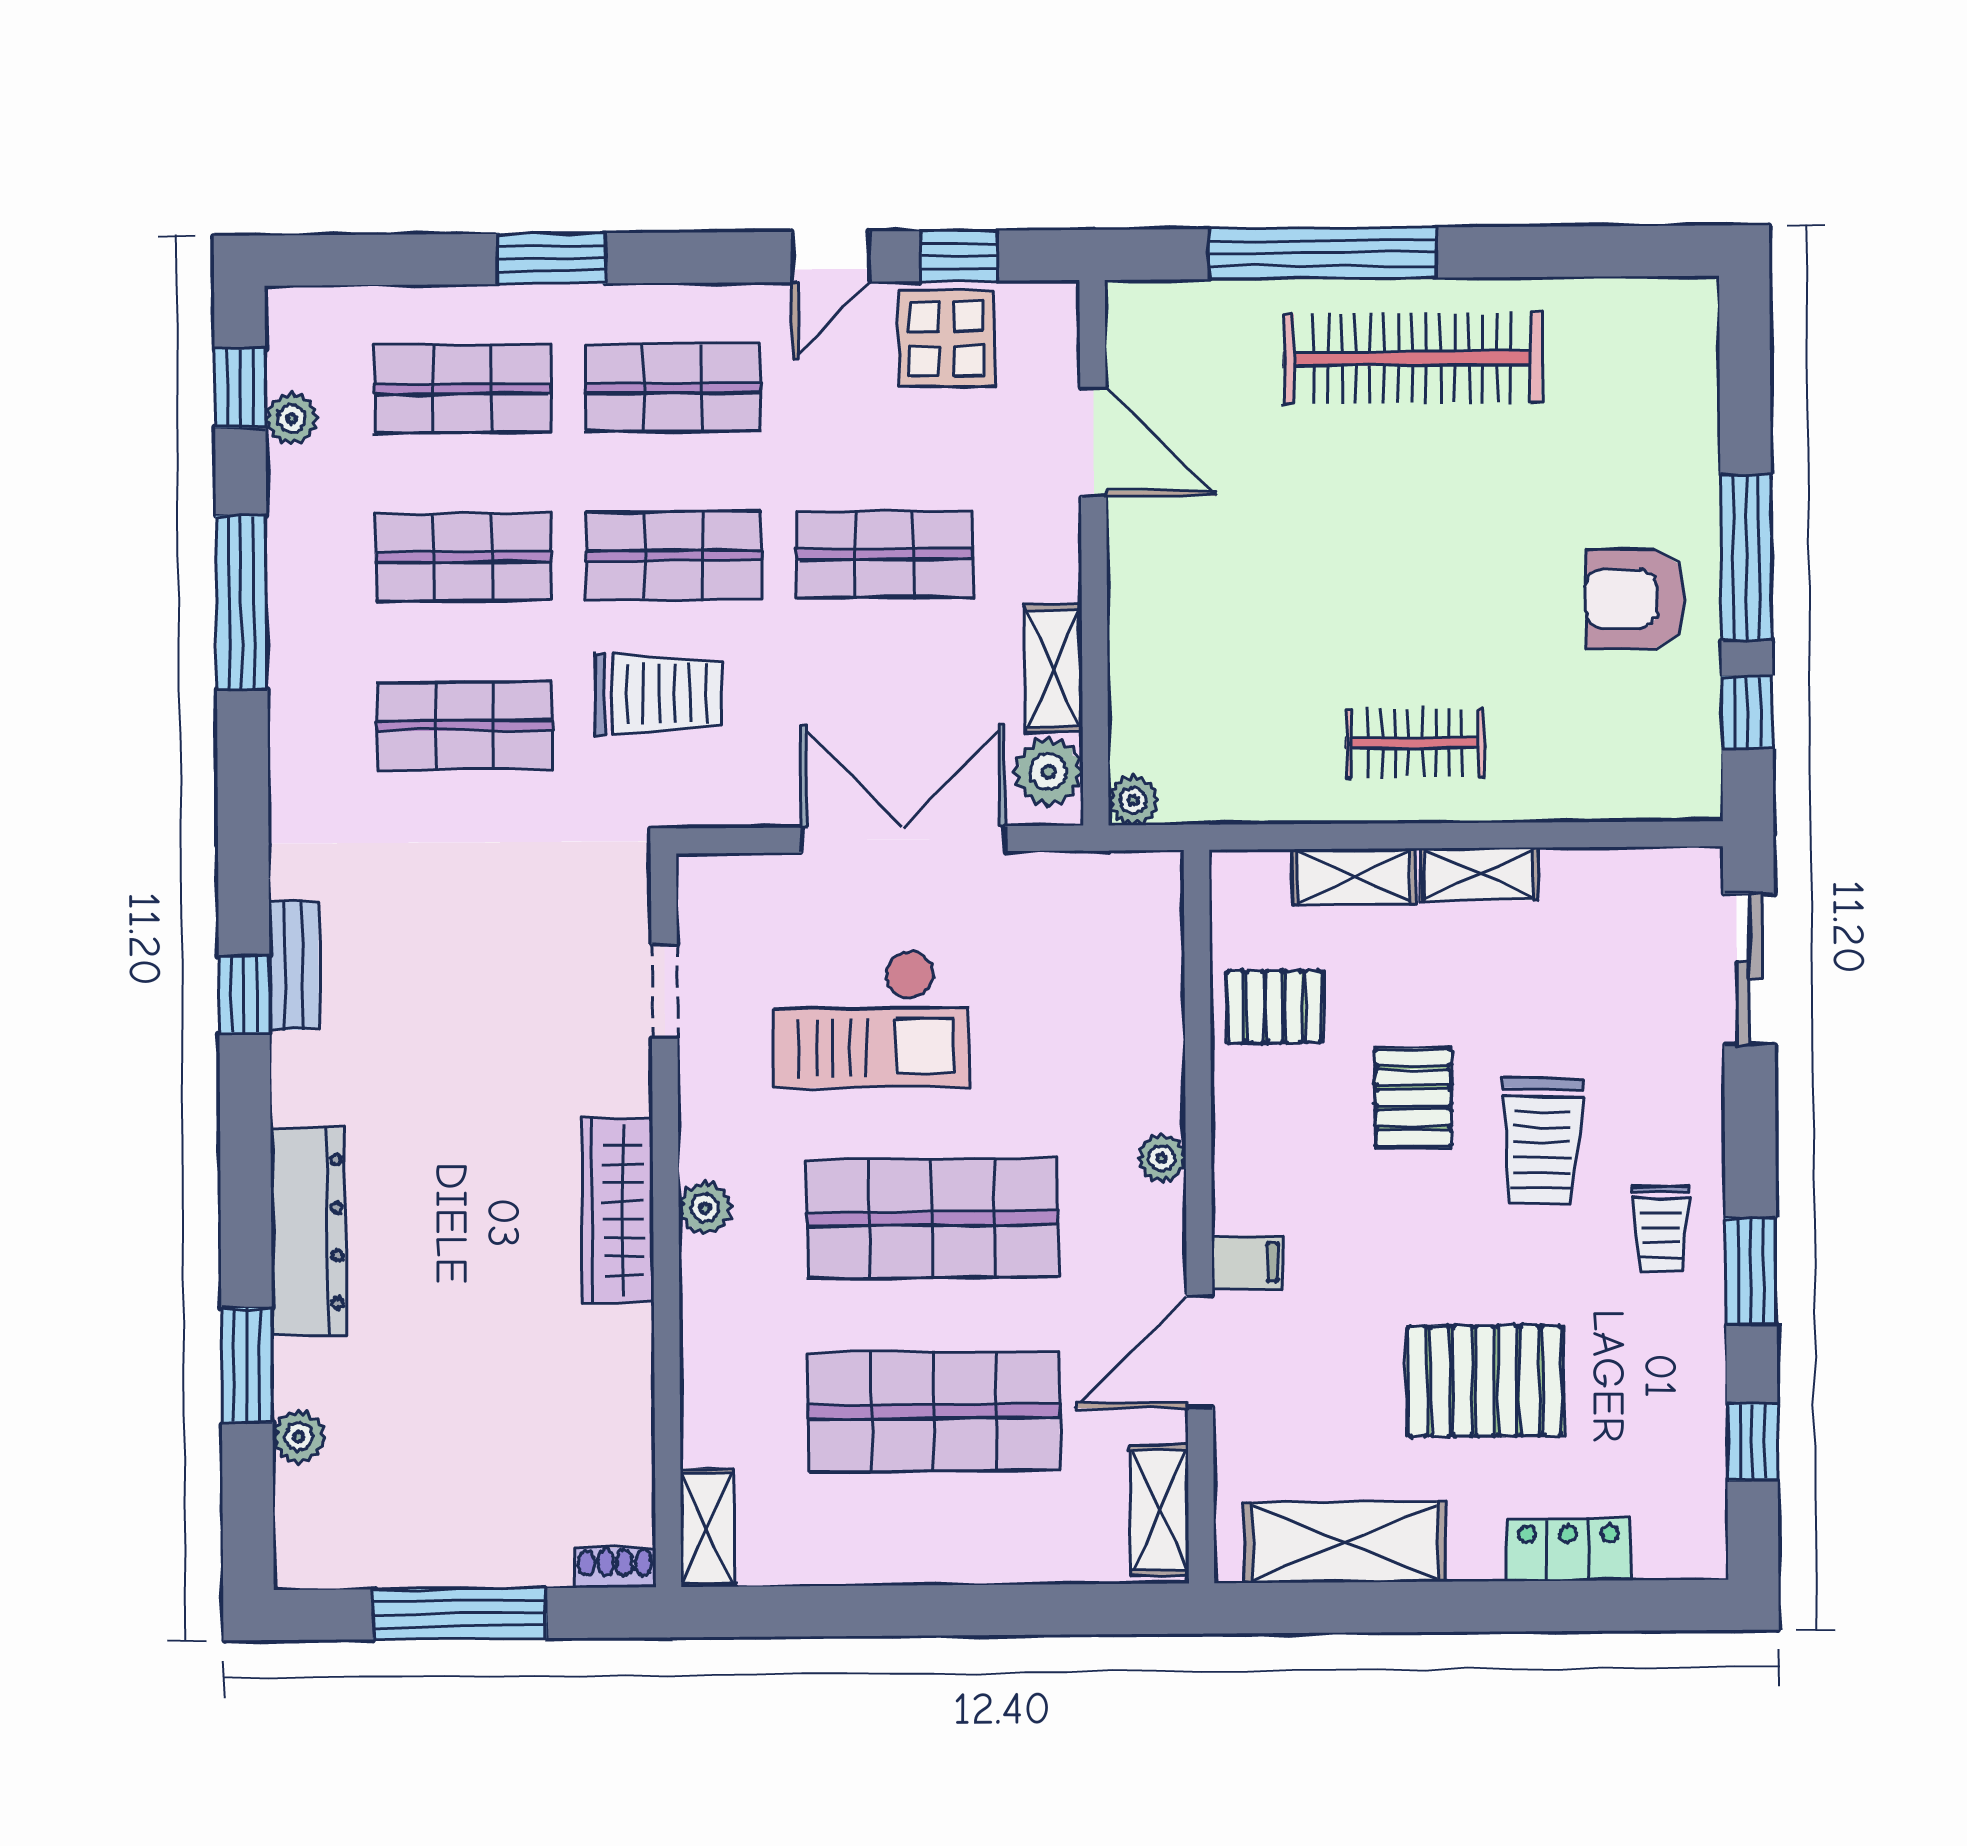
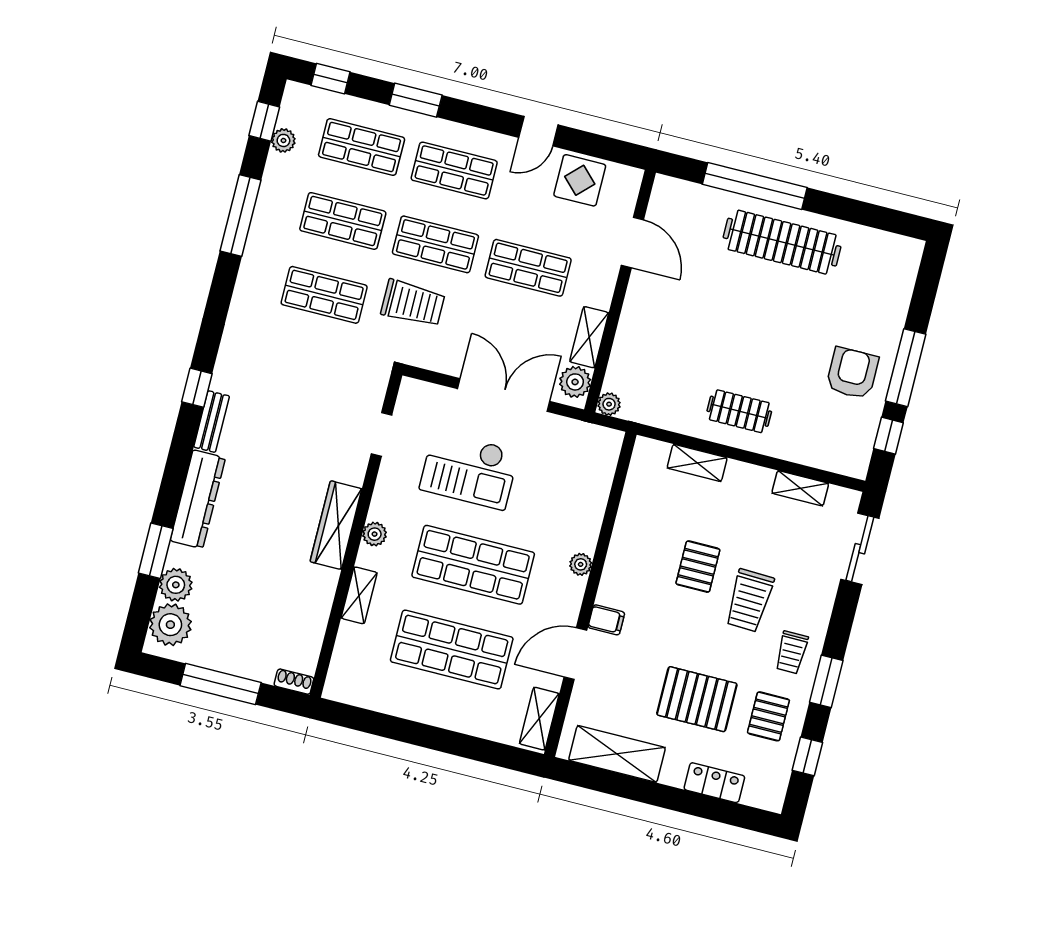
window: (959, 256) -> (331, 79), moved
armchair: (1635, 599) -> (852, 373), turned 90
shelving: (1479, 874) -> (800, 488), moved
bench: (294, 965) -> (212, 422), moved
pallet: (1274, 1007) -> (768, 716), moved, turned 90
plant: (299, 1437) -> (176, 585), width x1.38, depth x1.38
plant: (320, 1515) -> (170, 625), added
shelving: (707, 1528) -> (359, 595), moved

